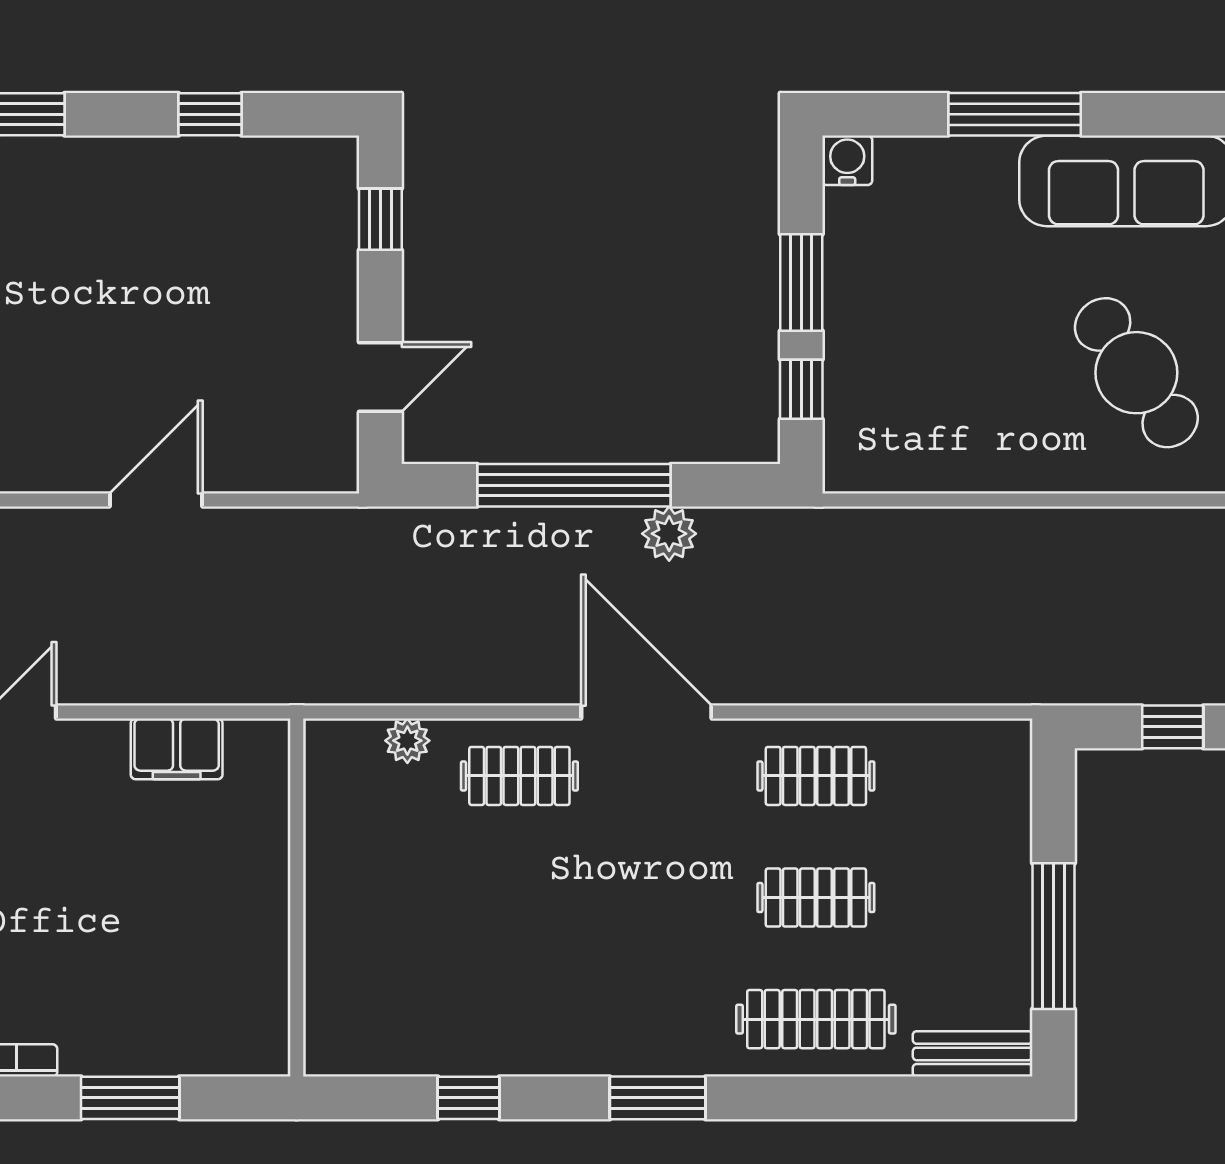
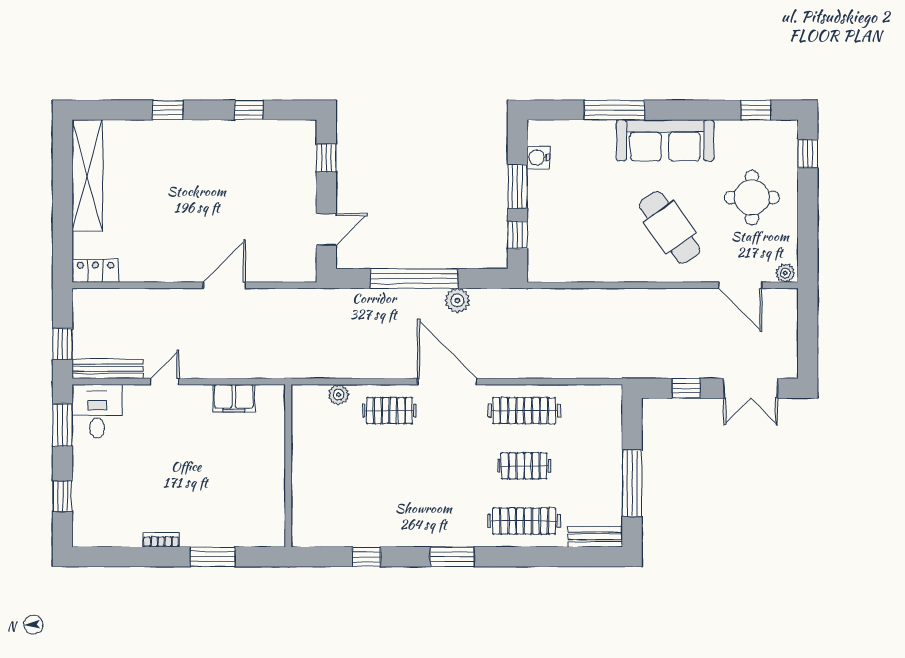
water cooler: (847, 160) -> (538, 157), moved, turned -90
clothes rail: (816, 776) -> (524, 411), width x1.36

